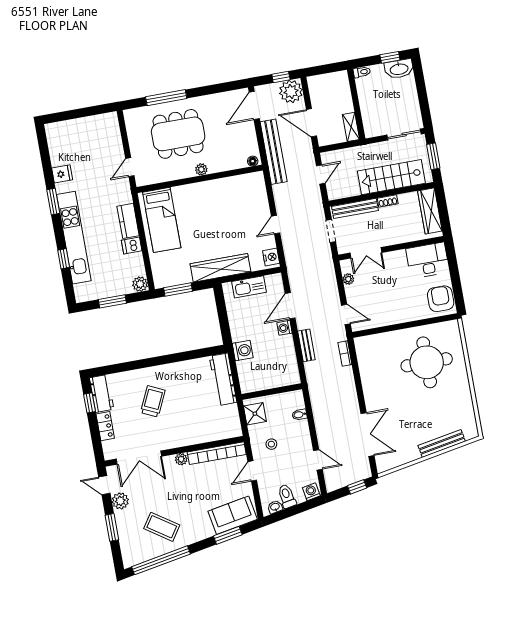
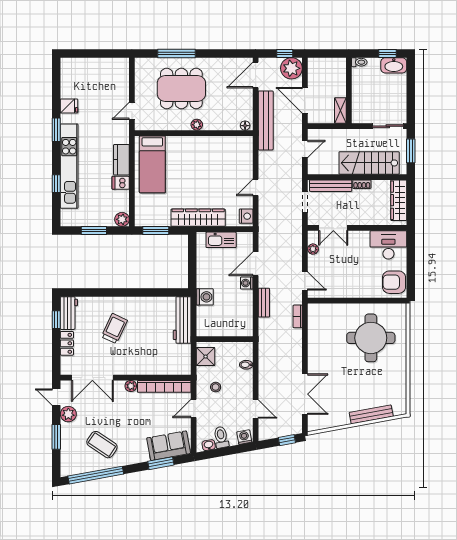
armchair: (441, 299) -> (394, 282), turned -90

